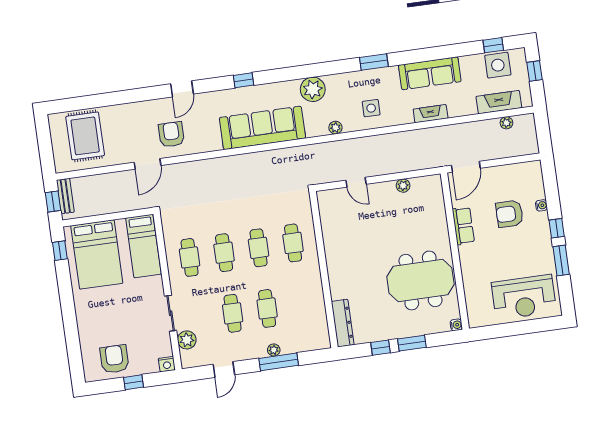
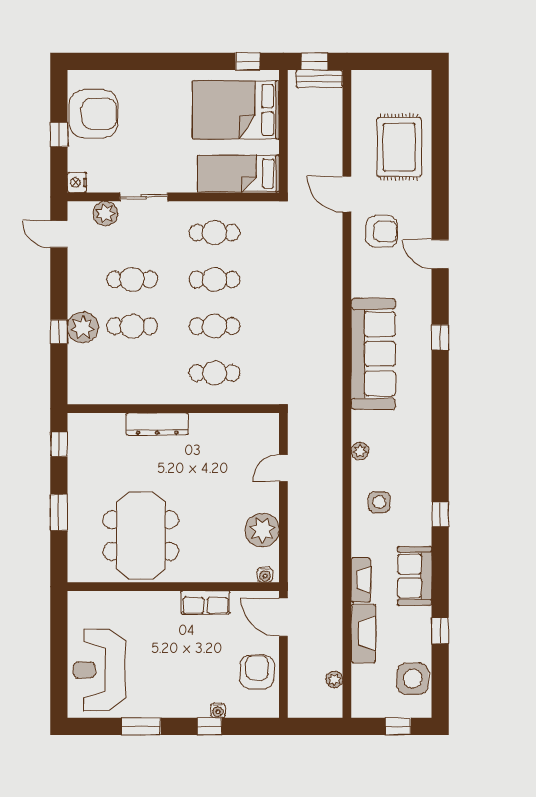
window: (493, 45) -> (440, 631), moved
window: (374, 62) -> (440, 514), width x0.67
sofa: (430, 73) -> (415, 576), width x0.73
plant: (313, 89) -> (415, 428), removed
fireplace: (499, 102) -> (363, 633), moved
rug: (85, 136) -> (399, 147), moved, turned 90
plant: (403, 186) -> (262, 530), width x1.88, depth x1.88
armchair: (509, 214) -> (257, 672), moved
window: (557, 228) -> (210, 726), moved
dresser: (343, 323) -> (157, 424), moved
water cooler: (456, 325) -> (265, 575), moved
window: (381, 348) -> (59, 444), moved
plant: (274, 350) -> (83, 327), width x1.88, depth x1.88
armchair: (114, 359) -> (93, 114), width x1.36, depth x1.36
window: (279, 362) -> (59, 332), width x0.46
door: (224, 370) -> (59, 234), moved

